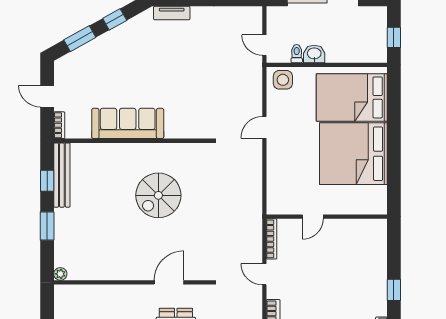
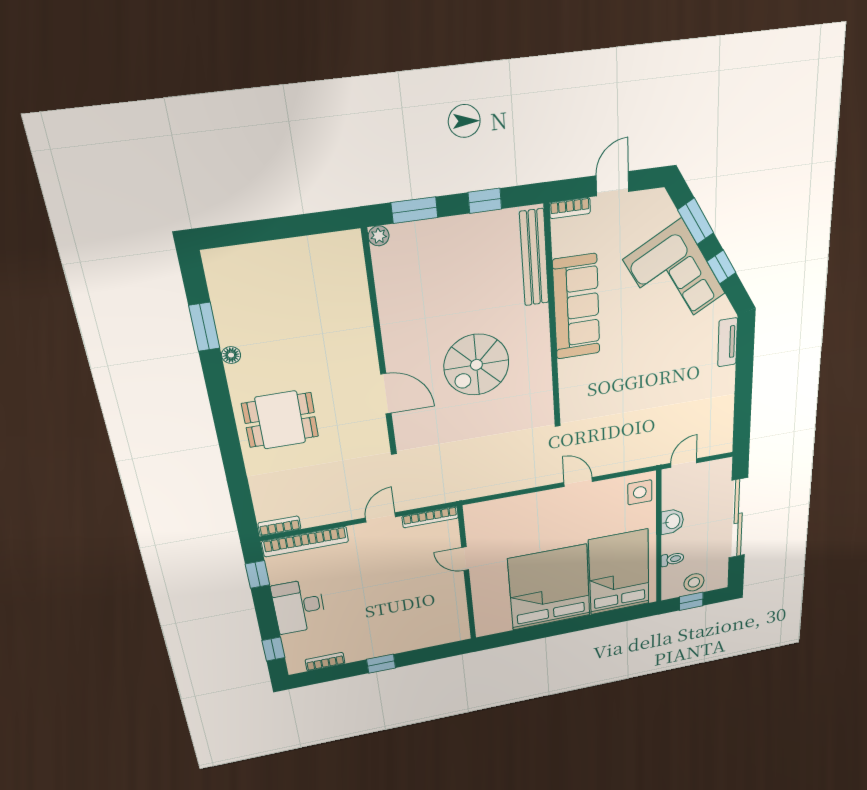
stool: (376, 35) -> (694, 582), added
corner sofa: (117, 53) -> (675, 277), added
toilet: (297, 54) -> (672, 559), moved
bench: (62, 175) -> (534, 258), moved, turned 90
spiral stairs: (158, 195) -> (476, 365), turned -90
plant: (60, 274) -> (379, 236), moved
wall: (133, 282) -> (379, 344), moved
door: (169, 282) -> (386, 394), moved

